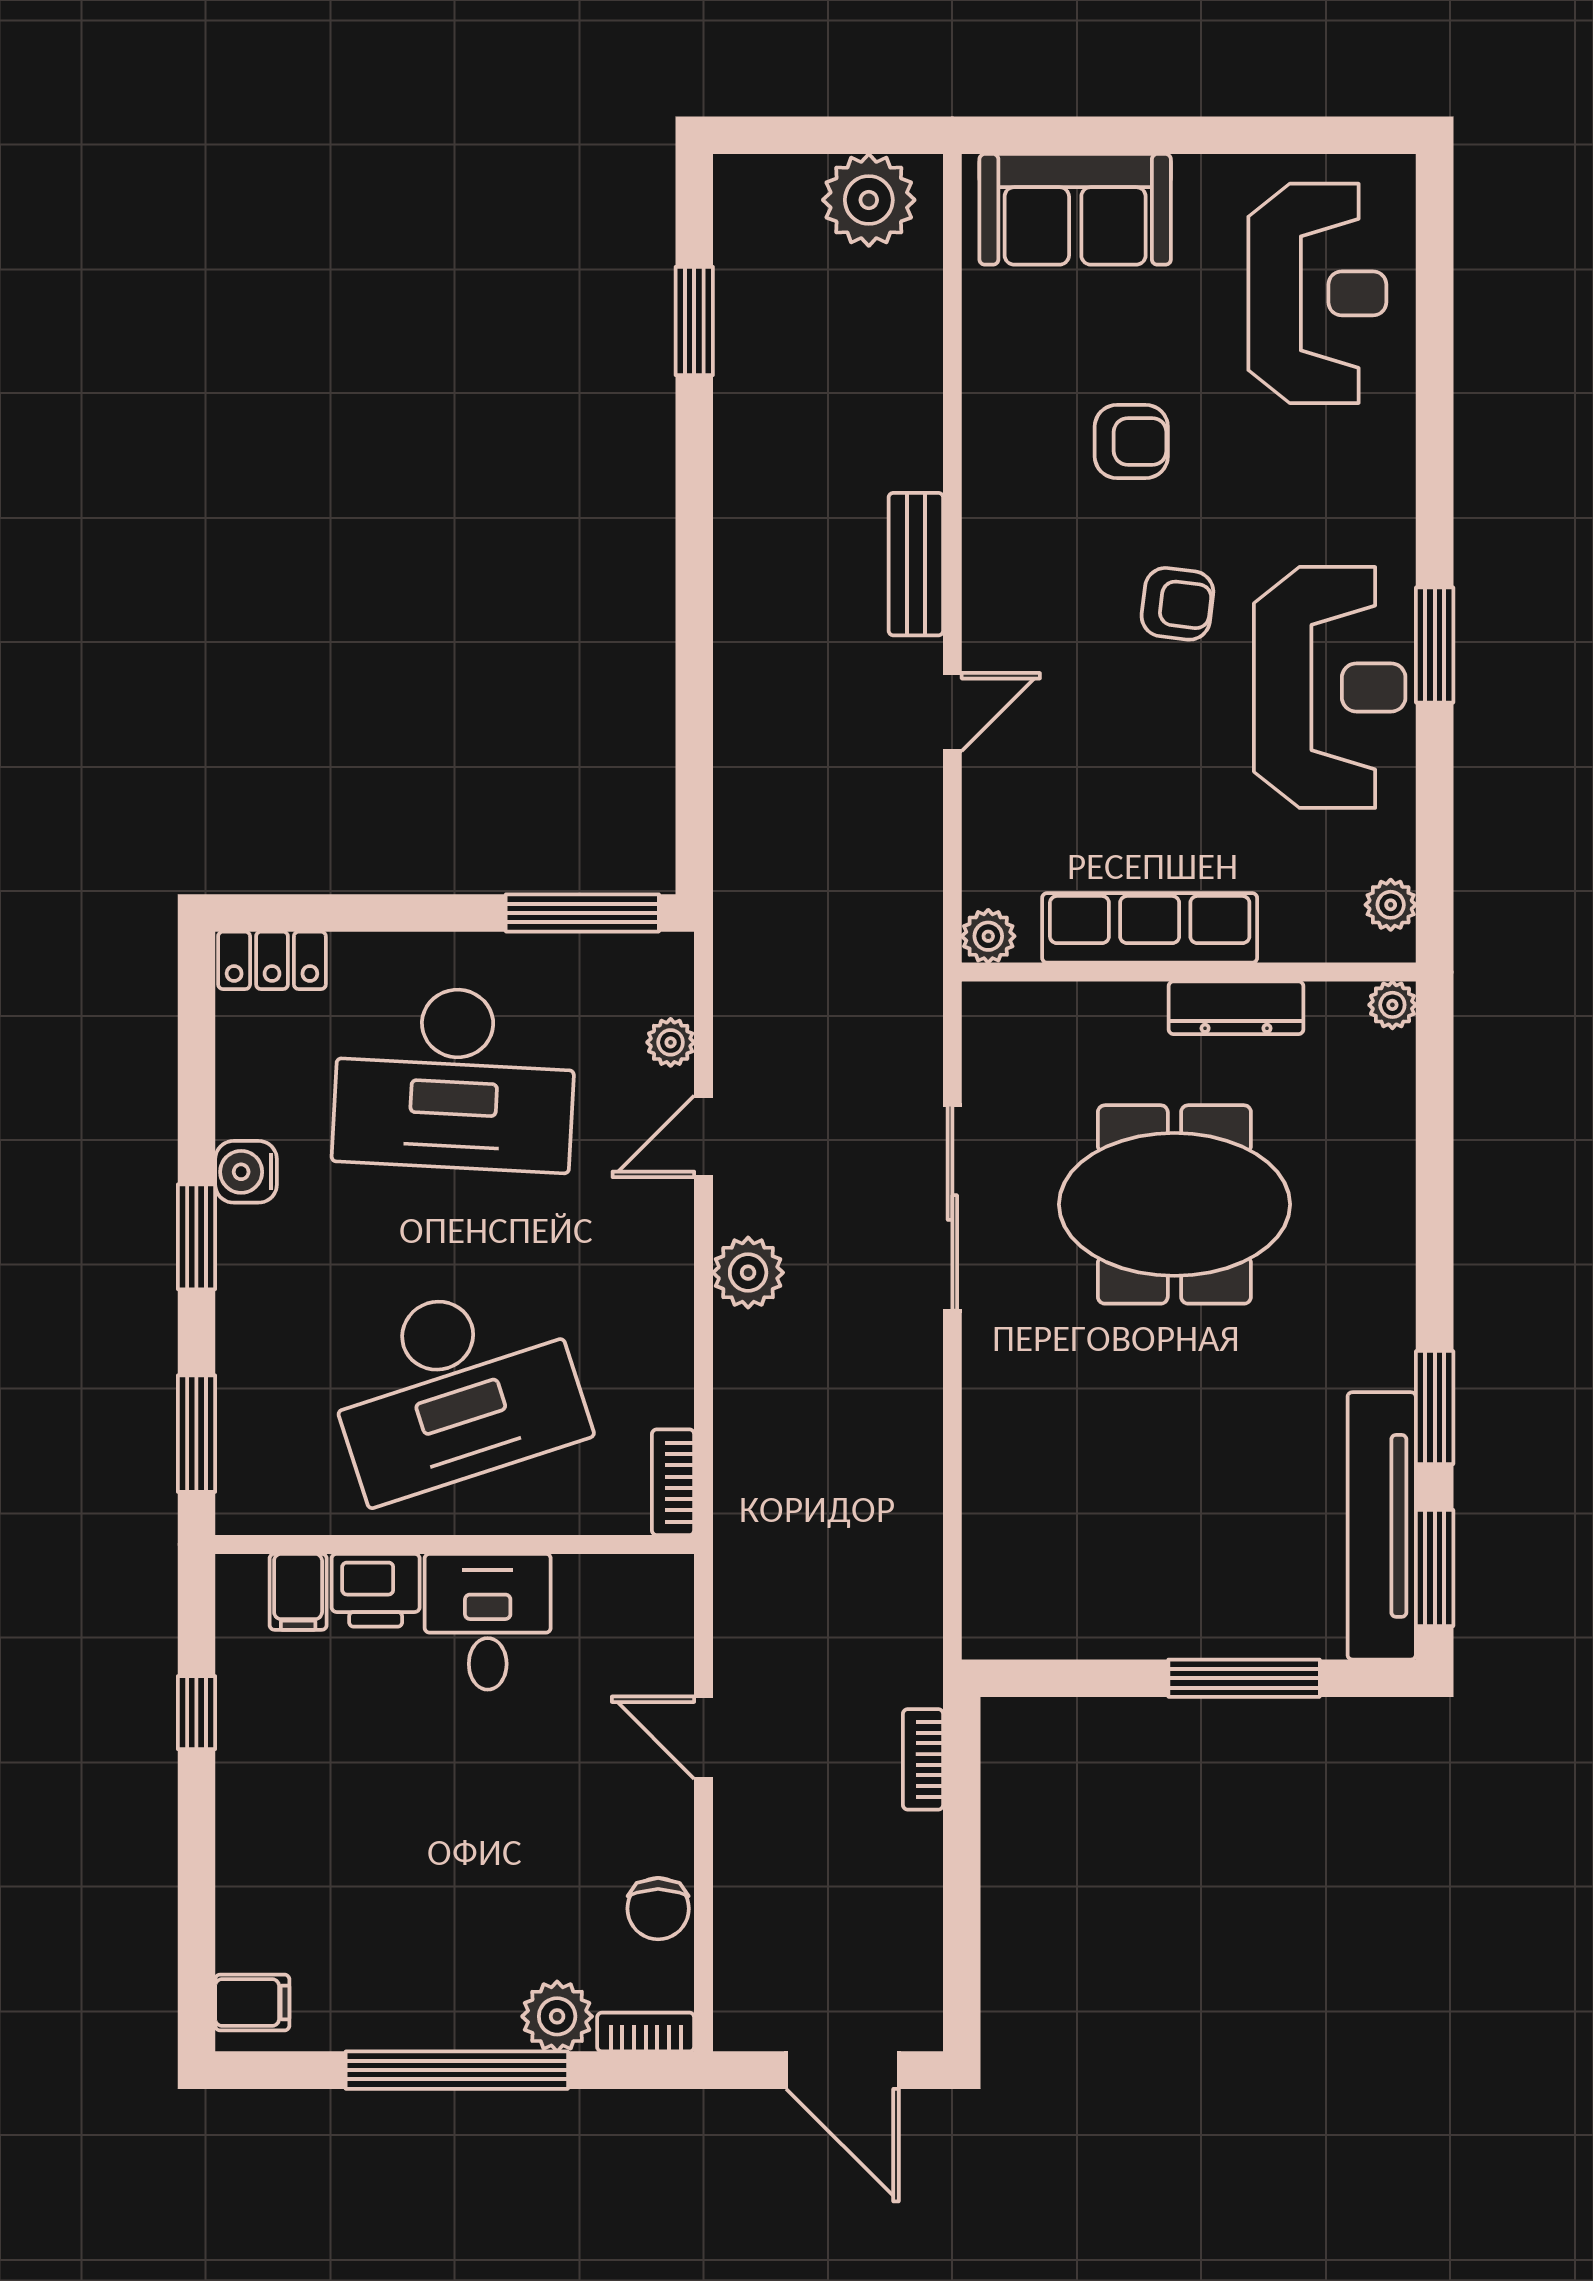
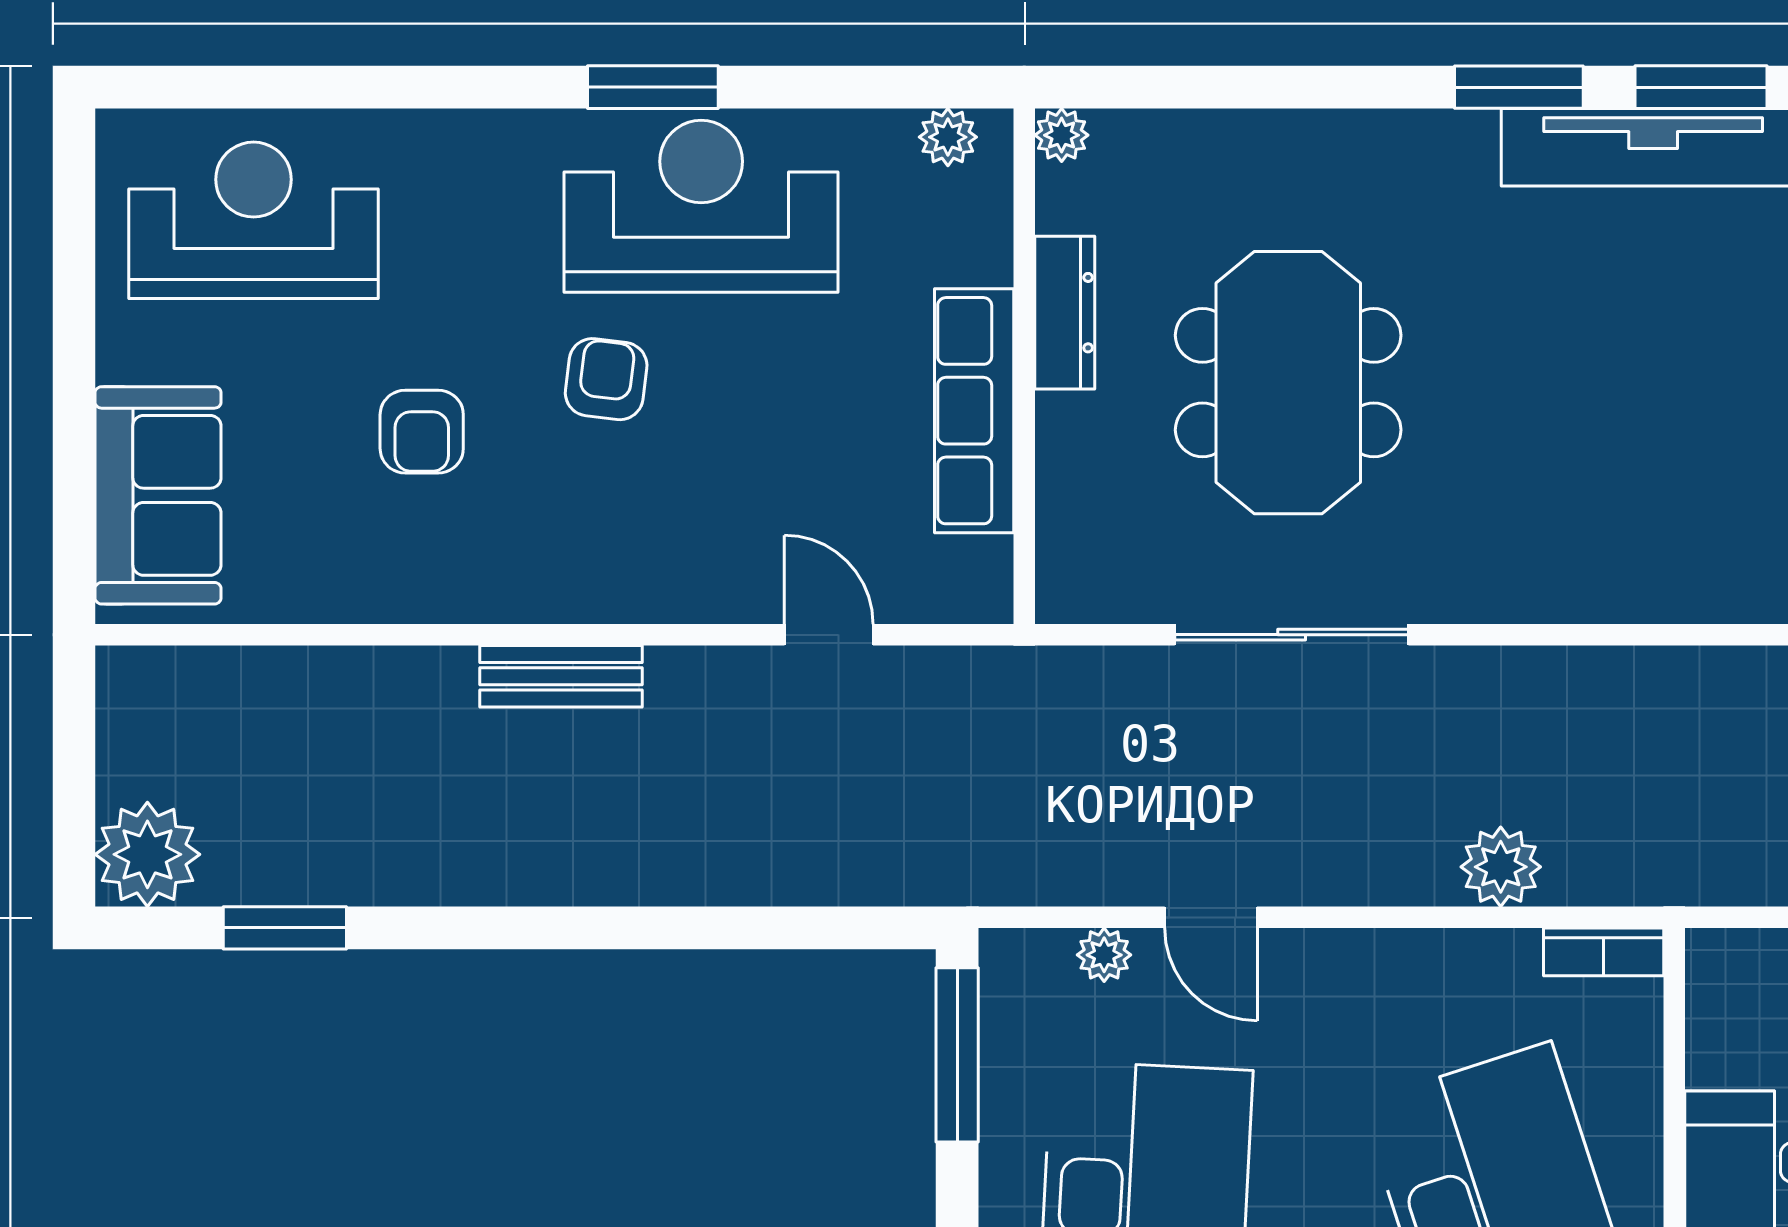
plant: (869, 200) -> (147, 854), moved
armchair: (1131, 441) -> (422, 432), turned 180
door: (952, 712) -> (829, 635), moved
plant: (988, 936) -> (984, 594), removed
plant: (748, 1273) -> (1501, 867), moved

